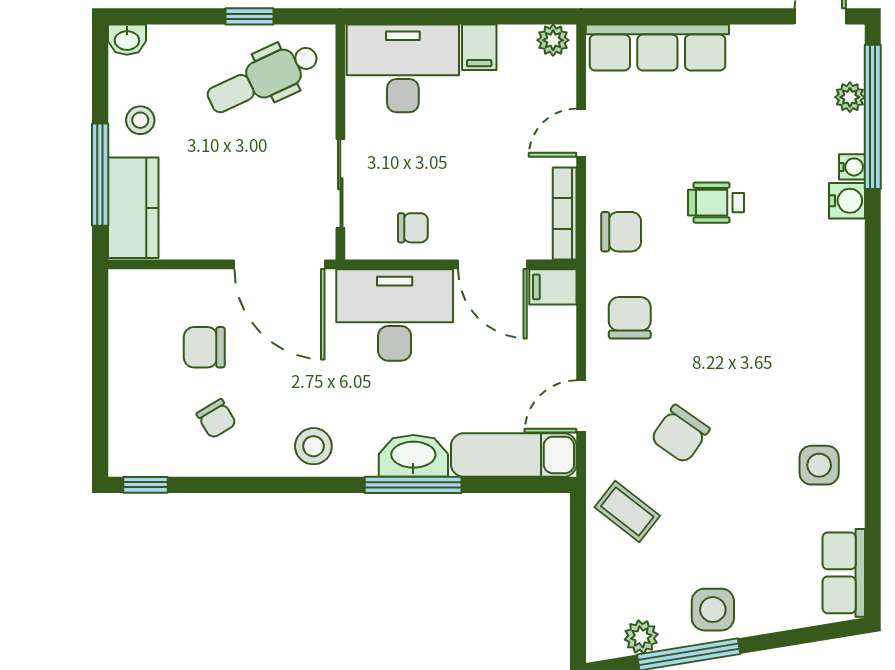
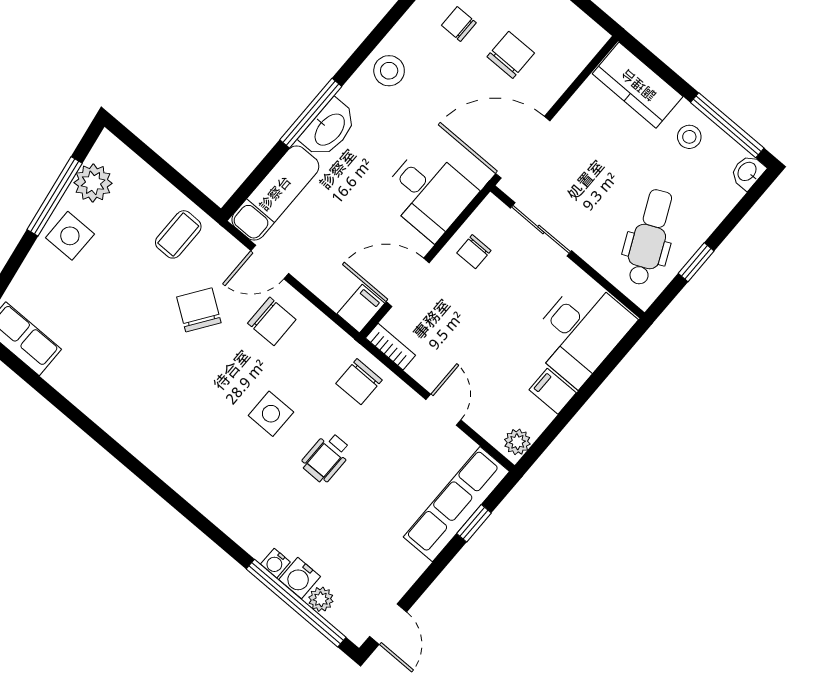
window: (661, 16) -> (474, 523), added
window: (100, 175) -> (727, 125), moved
water cooler: (847, 201) -> (300, 578), moved
wheelchair: (716, 203) -> (326, 457), turned 180
bookcase: (565, 213) -> (391, 347), width x0.64
desk: (395, 315) -> (428, 193), width x0.73
chair: (630, 318) -> (272, 321), moved
door: (581, 406) -> (270, 262), swing flipped
chair: (216, 419) -> (459, 24), turned 31
side table: (819, 465) -> (271, 414), moved
coffee table: (627, 512) -> (178, 234), turned -38
plant: (641, 637) -> (93, 183), width x1.38, depth x1.38

